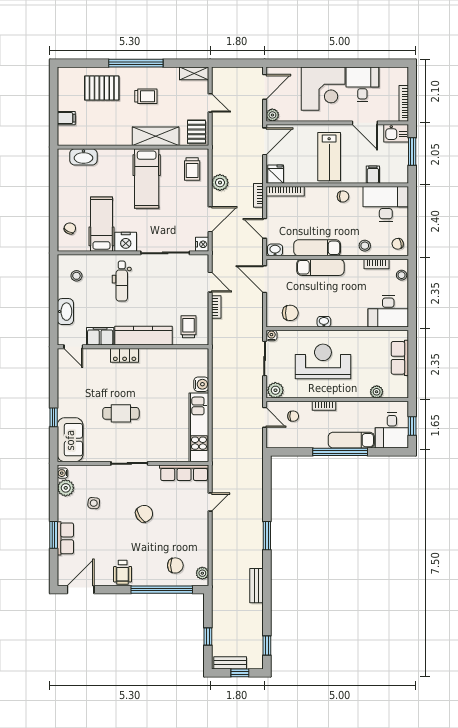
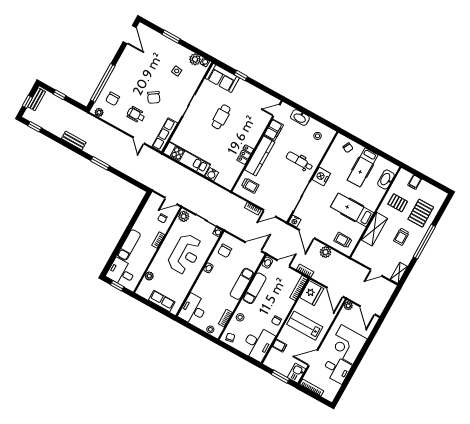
pallet: (196, 132) -> (398, 203), moved
fridge: (276, 174) -> (312, 293), width x1.88, depth x1.34
hospital bed: (101, 224) -> (363, 167), moved, turned 90
locker: (125, 355) -> (245, 155), moved
window: (340, 452) -> (126, 234), removed
row of seats: (65, 538) -> (165, 42), removed
wheelchair: (123, 572) -> (136, 115), moved

